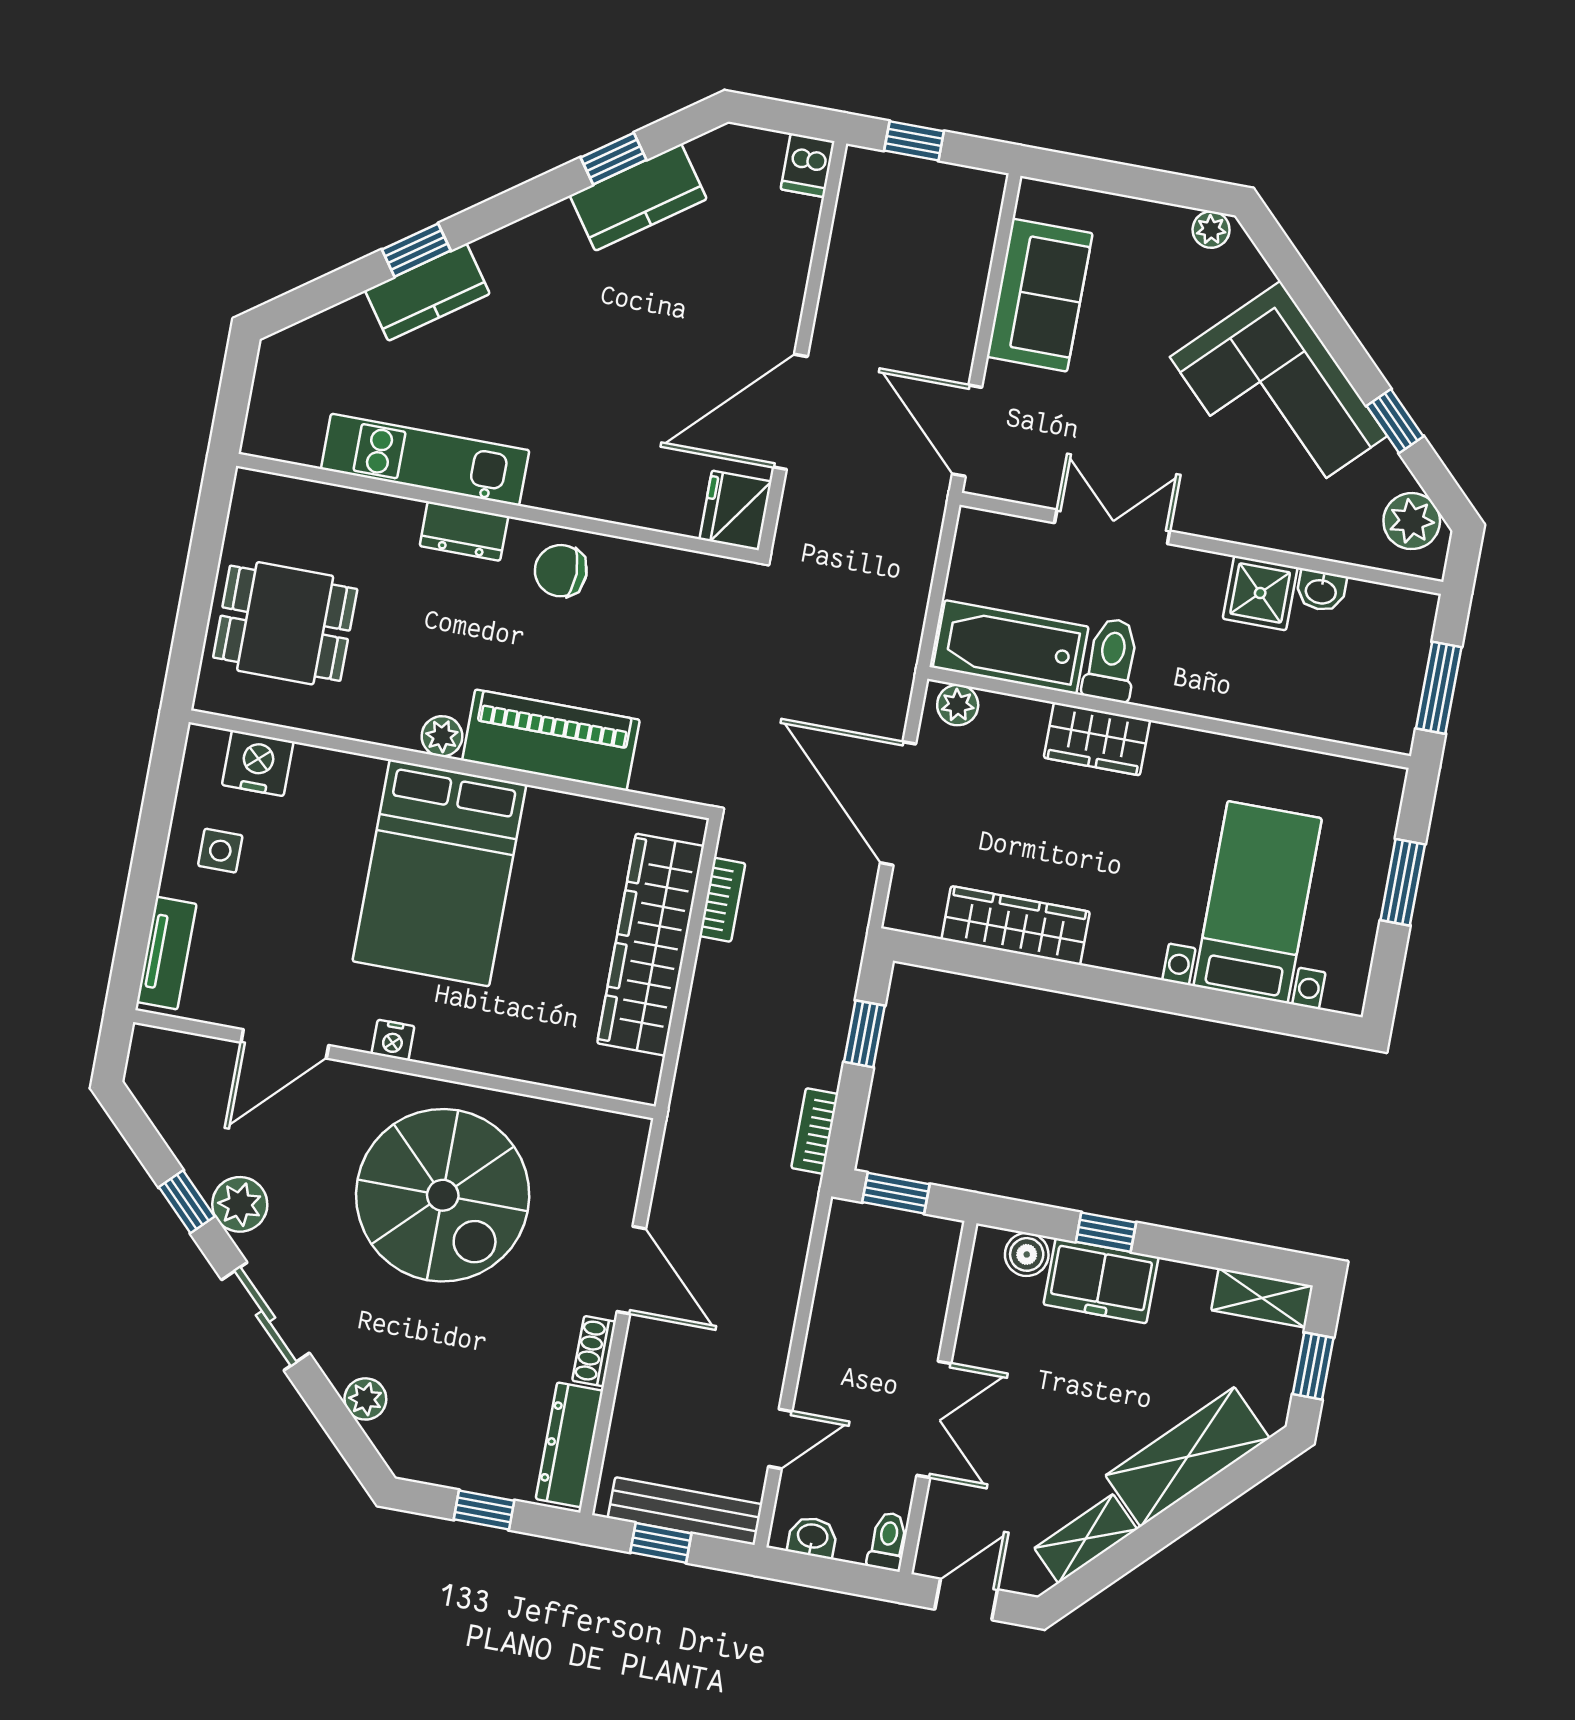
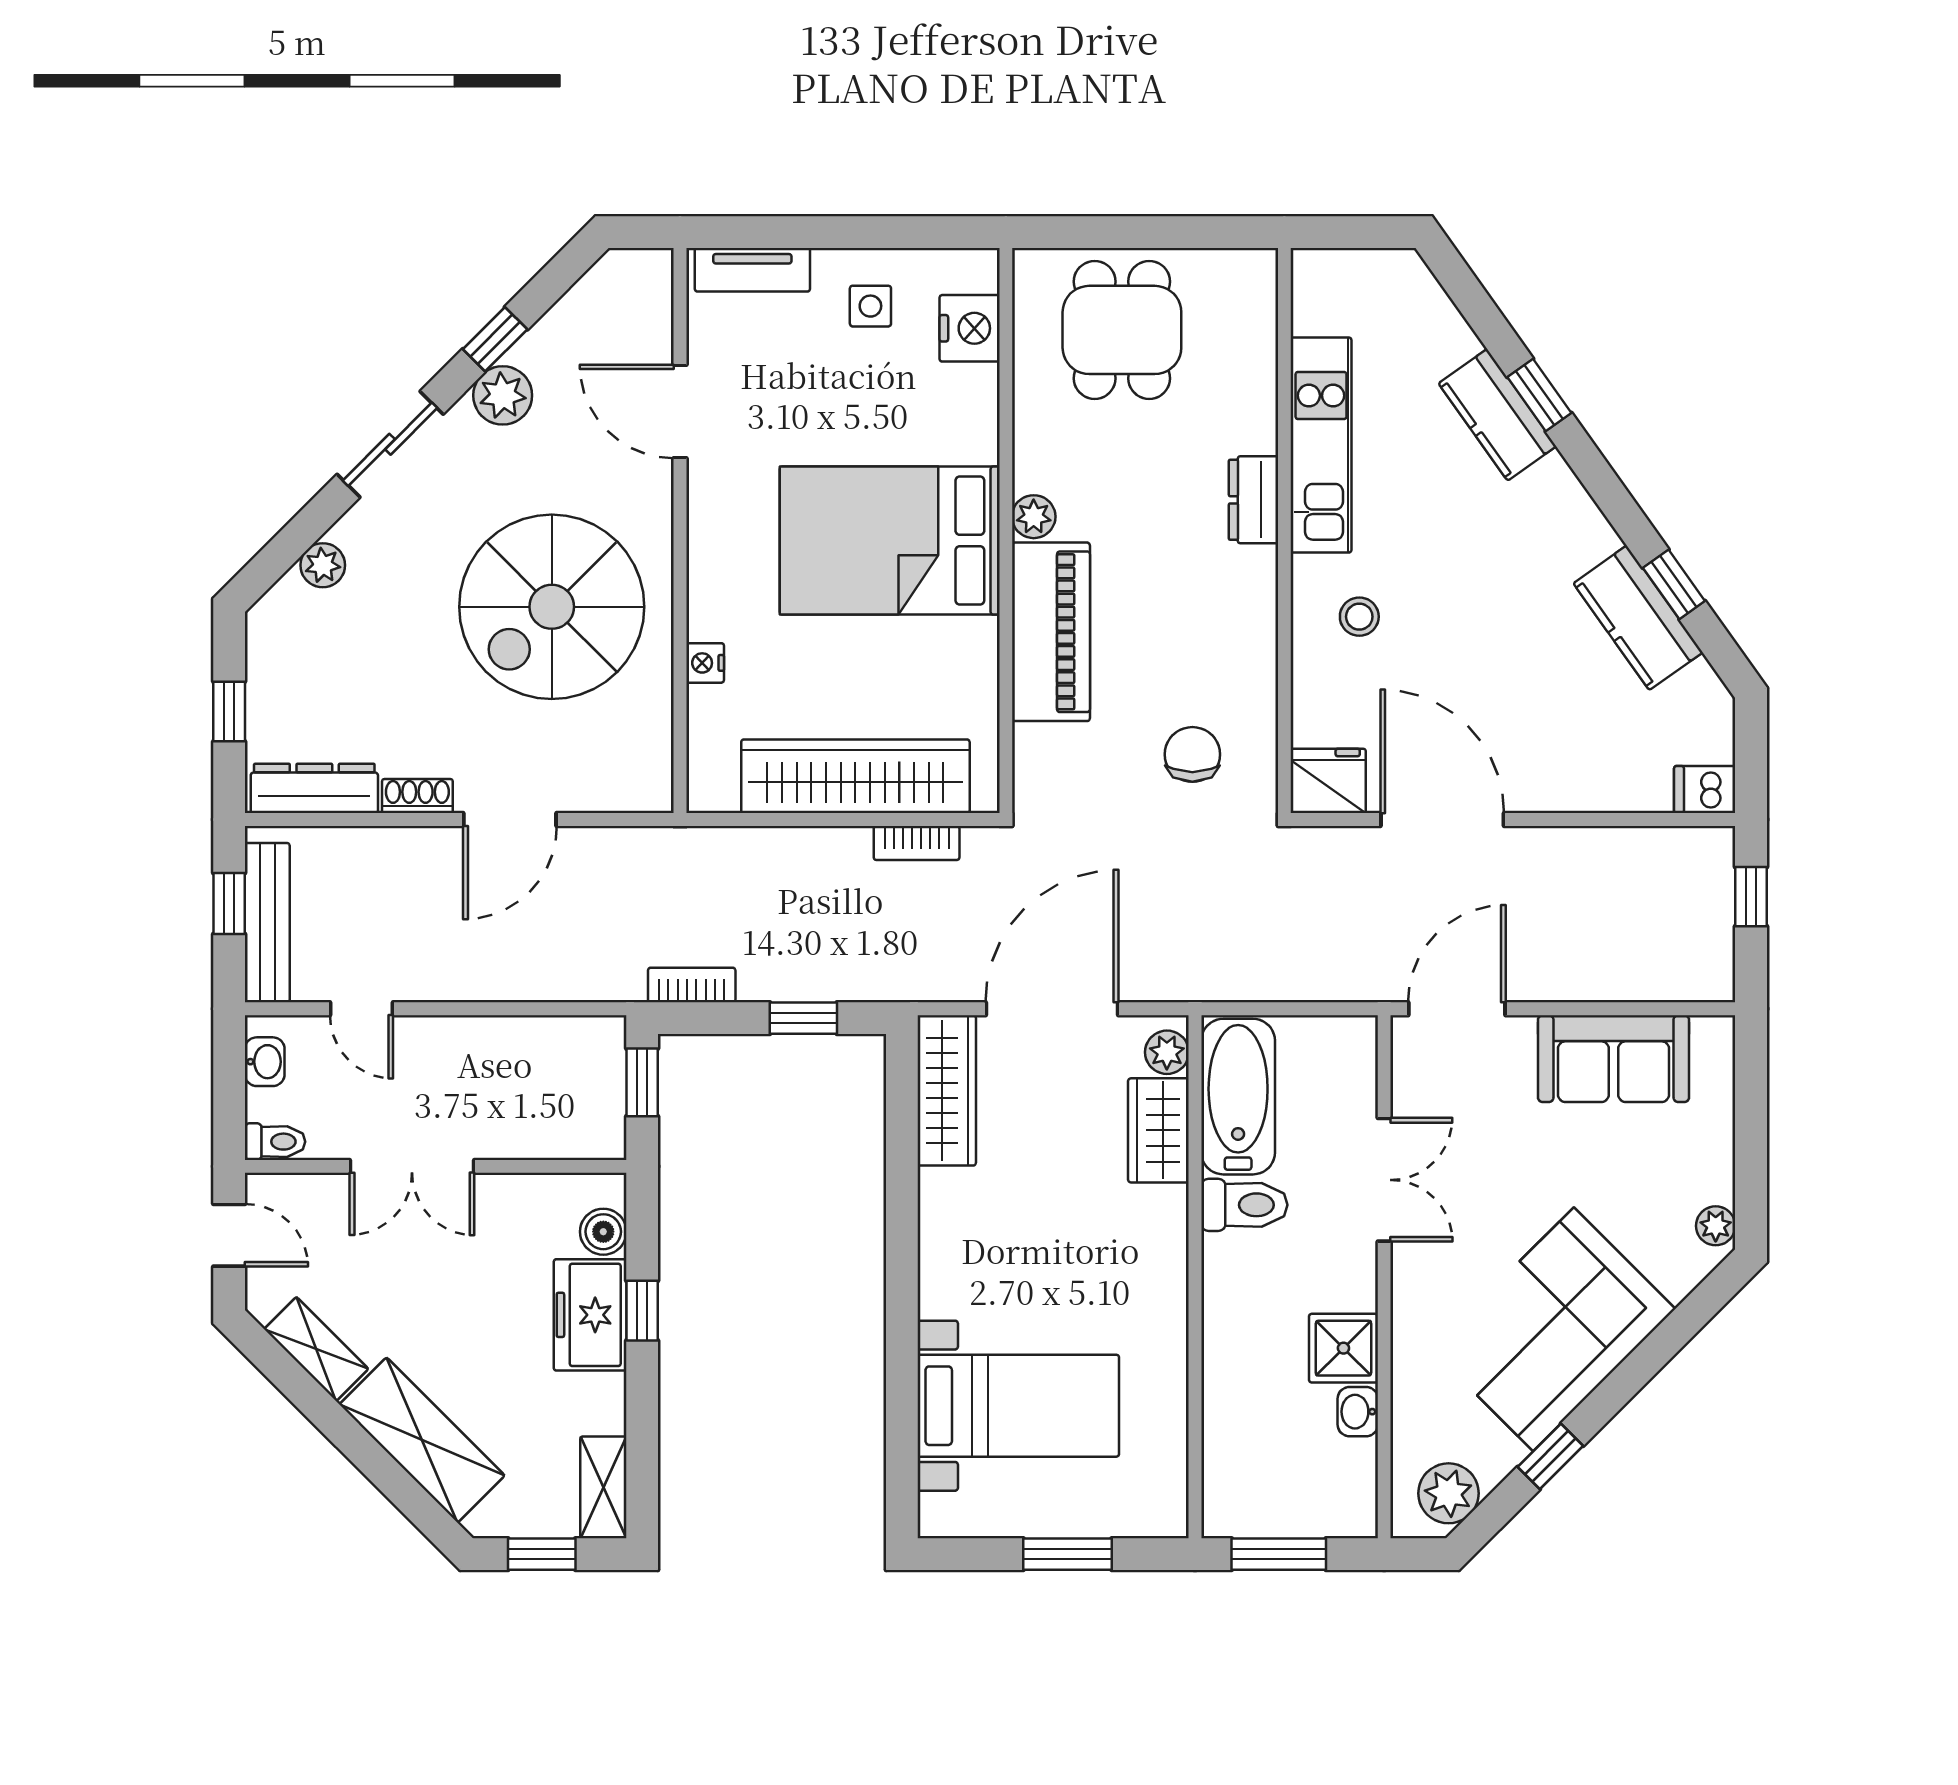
stool: (590, 454) -> (1359, 617), added
chair: (561, 571) -> (1192, 754), moved
wardrobe: (1097, 739) -> (1158, 1130), moved
wardrobe: (1016, 925) -> (947, 1090), moved
nightstand: (393, 1040) -> (705, 663), moved

